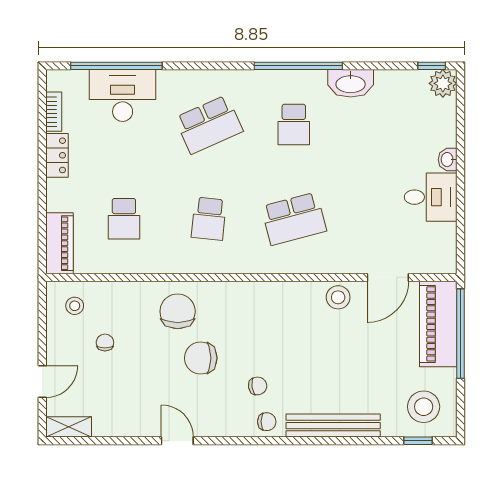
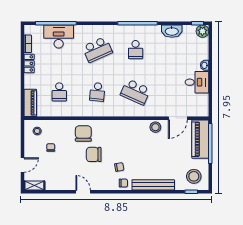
washbasin: (351, 83) -> (172, 31), moved
school desk: (294, 219) -> (136, 92), turned 39

